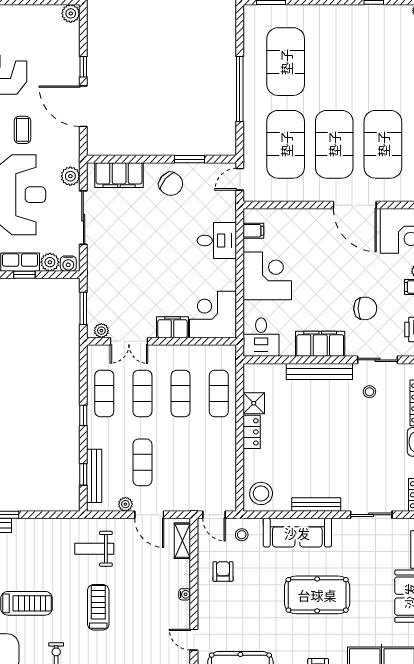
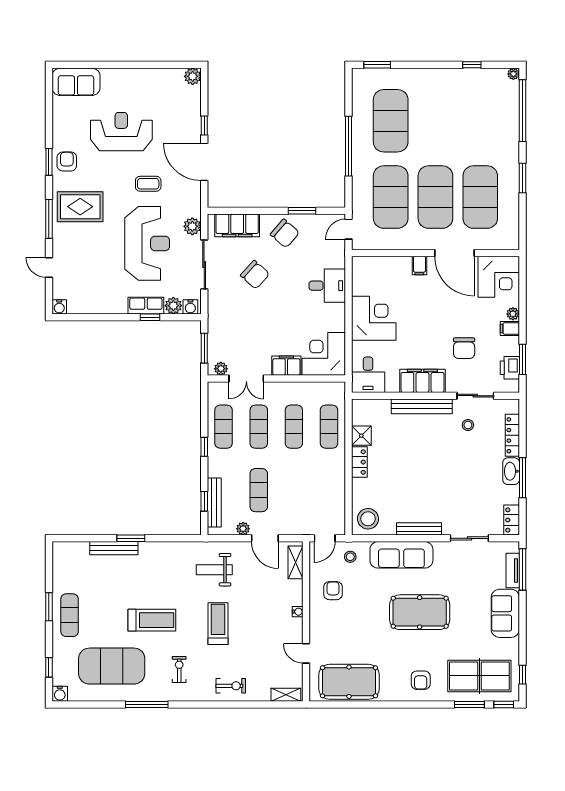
coffee table: (22, 130) -> (148, 184), turned 90
chair: (138, 229) -> (255, 275), added
filing cabinet: (253, 231) -> (419, 266), moved, turned 90
chair: (365, 308) -> (464, 348), turned 90
door: (214, 515) -> (325, 538), hinge flipped

